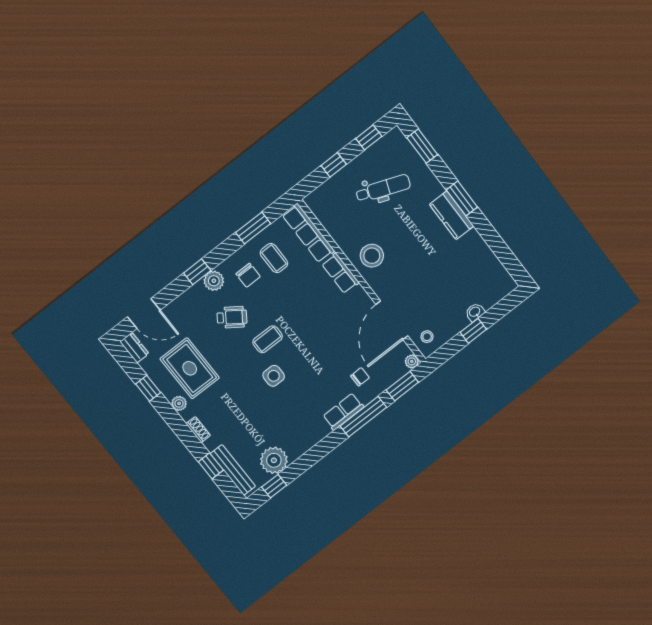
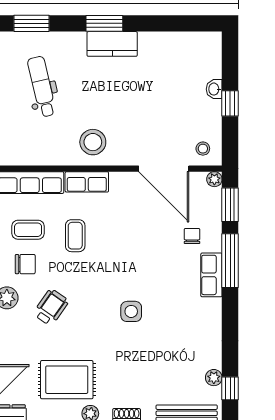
dental chair: (383, 188) -> (42, 87), turned -34
coffee table: (268, 339) -> (75, 236), moved
plant: (274, 460) -> (214, 378), width x0.53, depth x0.53

